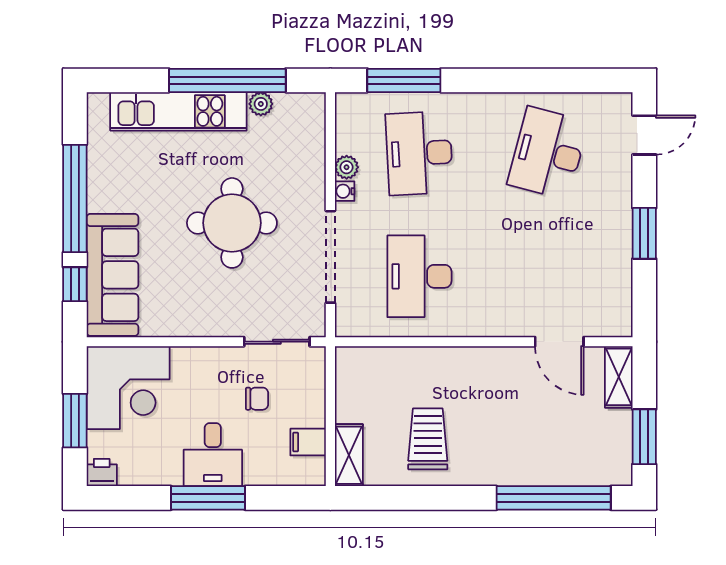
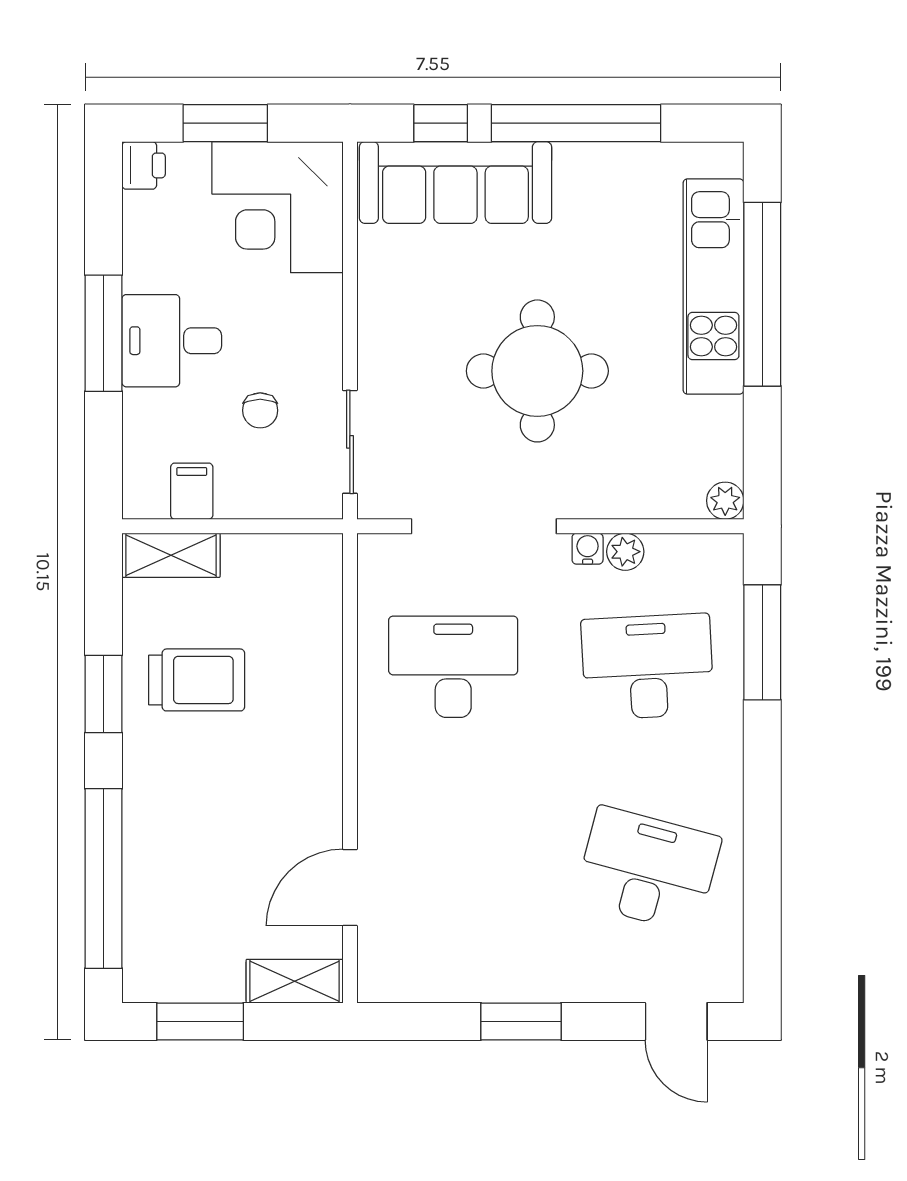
window: (227, 80) -> (762, 294), moved
plant: (261, 104) -> (725, 501), moved
window: (437, 498) -> (104, 694), added

